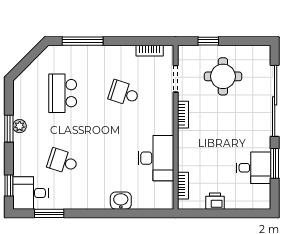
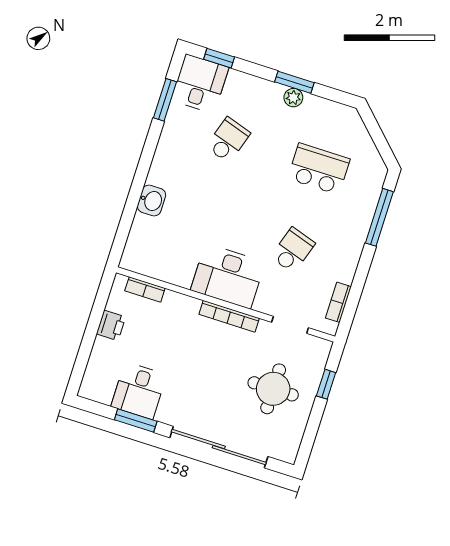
bookcase: (183, 115) -> (229, 316), width x1.56
desk: (156, 158) -> (228, 276), moved

